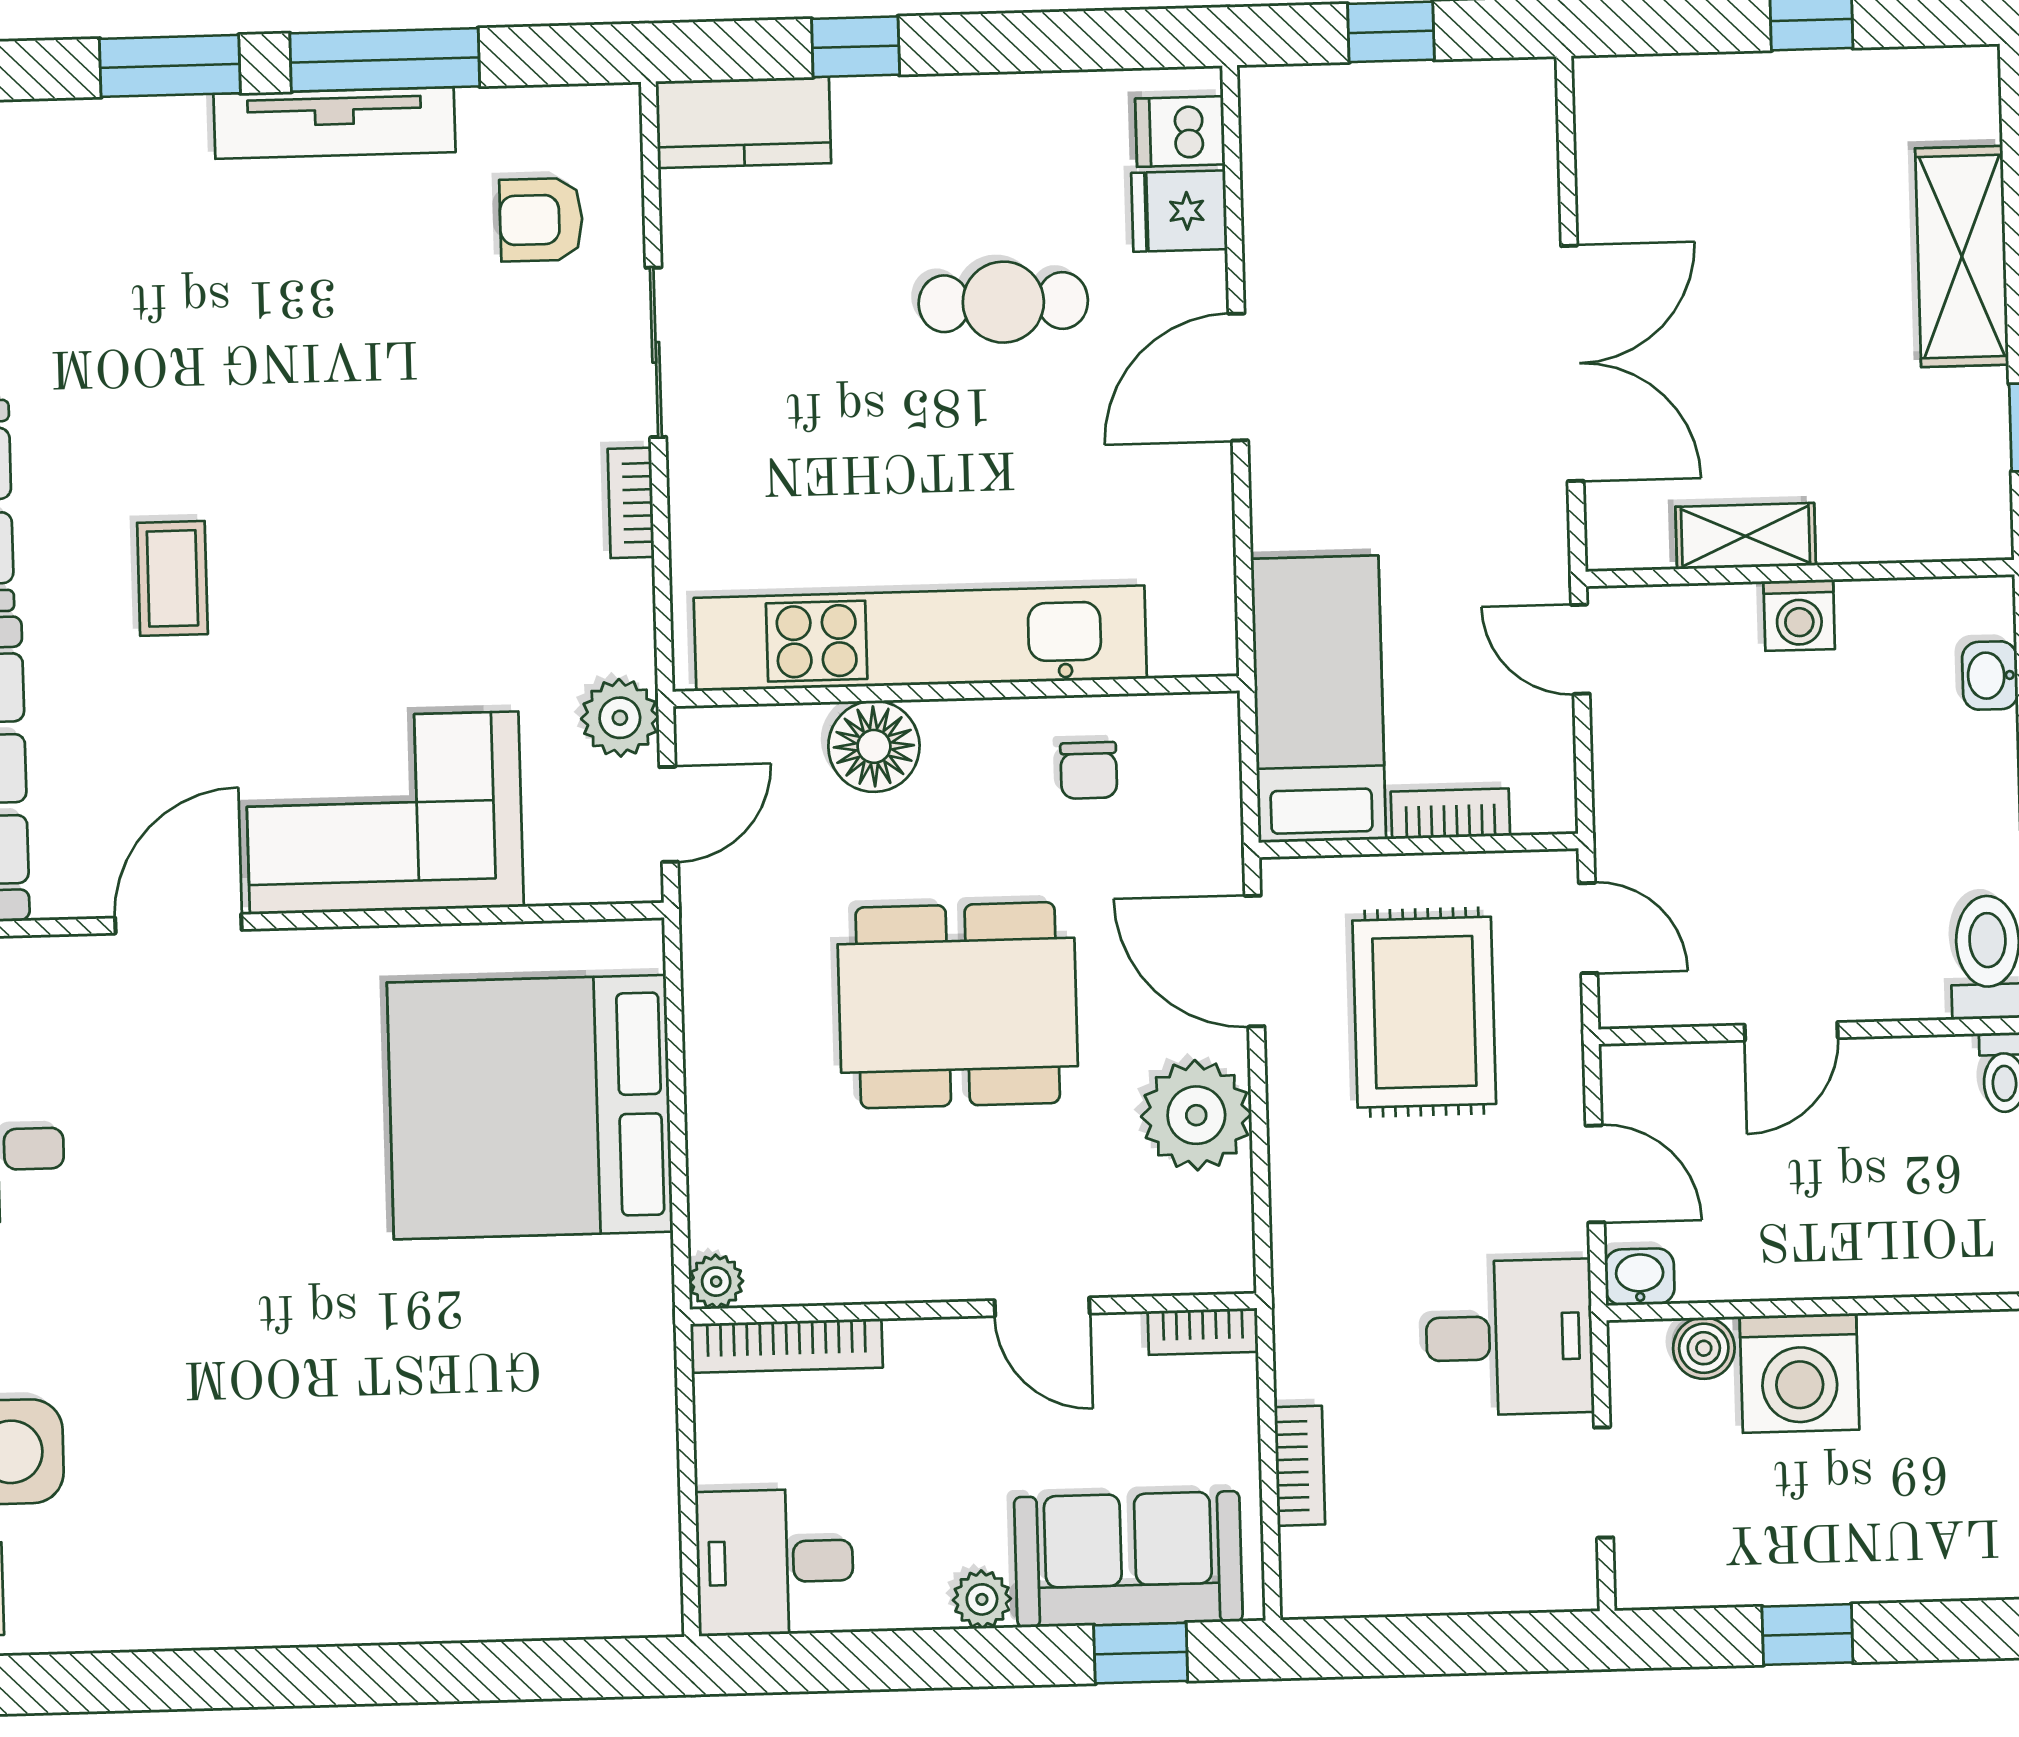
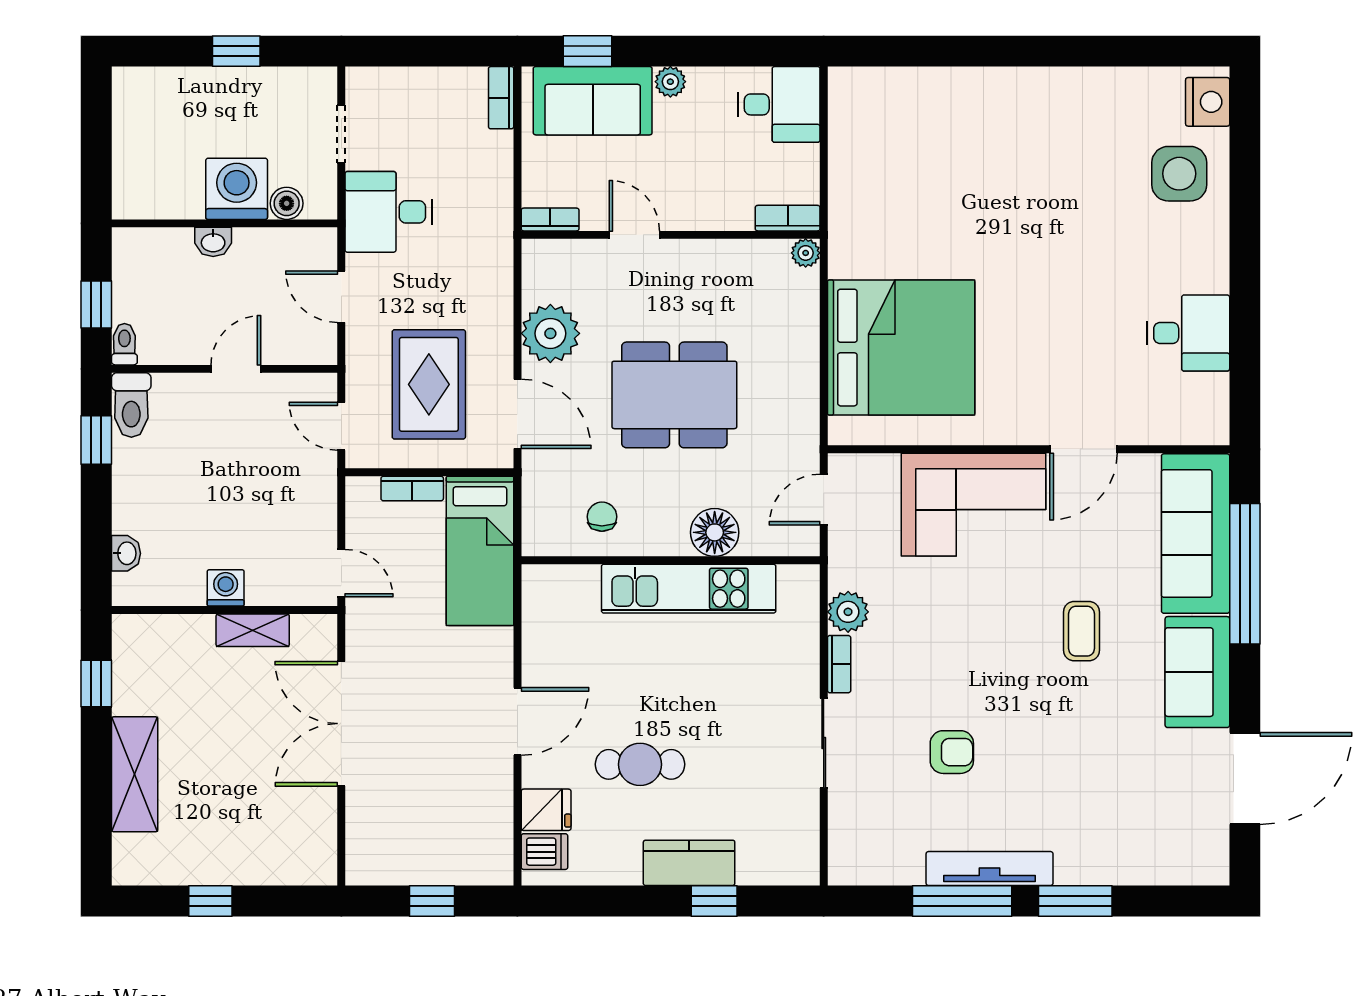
kitchen counter: (743, 122) -> (689, 863), moved
armchair: (541, 220) -> (952, 752), moved
kitchen unit: (920, 638) -> (689, 589), width x0.73
plant: (620, 718) -> (848, 612), moved
washbasin: (1640, 1277) -> (213, 242), moved
bookcase: (787, 1346) -> (788, 218), width x0.64
bookcase: (1300, 1466) -> (501, 98), moved

